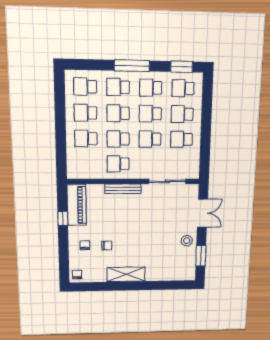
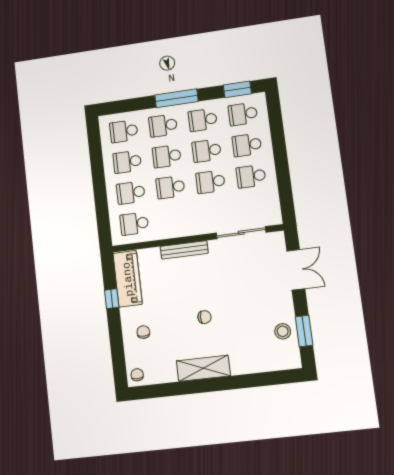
school desk: (118, 164) -> (134, 224), moved
stool: (187, 241) -> (283, 331), moved
chair: (107, 246) -> (204, 317), moved

